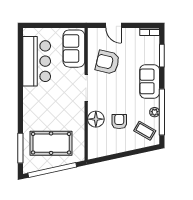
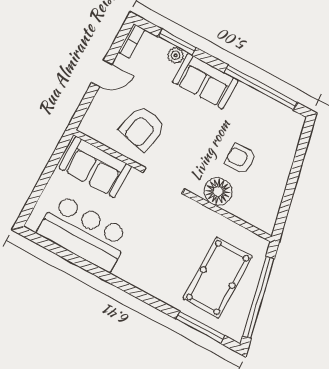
door: (113, 25) -> (102, 73), moved
plant: (155, 112) -> (176, 55), moved
coffee table: (145, 131) -> (275, 128), removed

